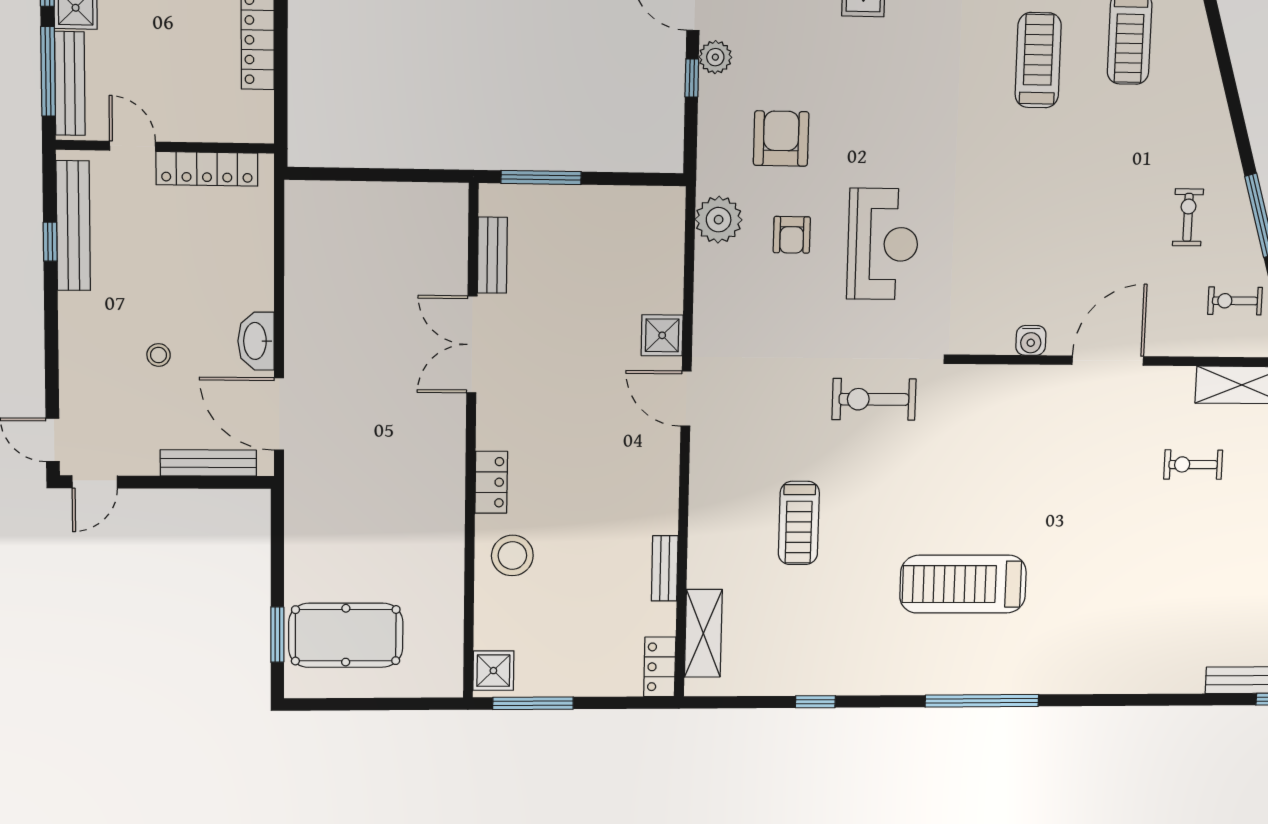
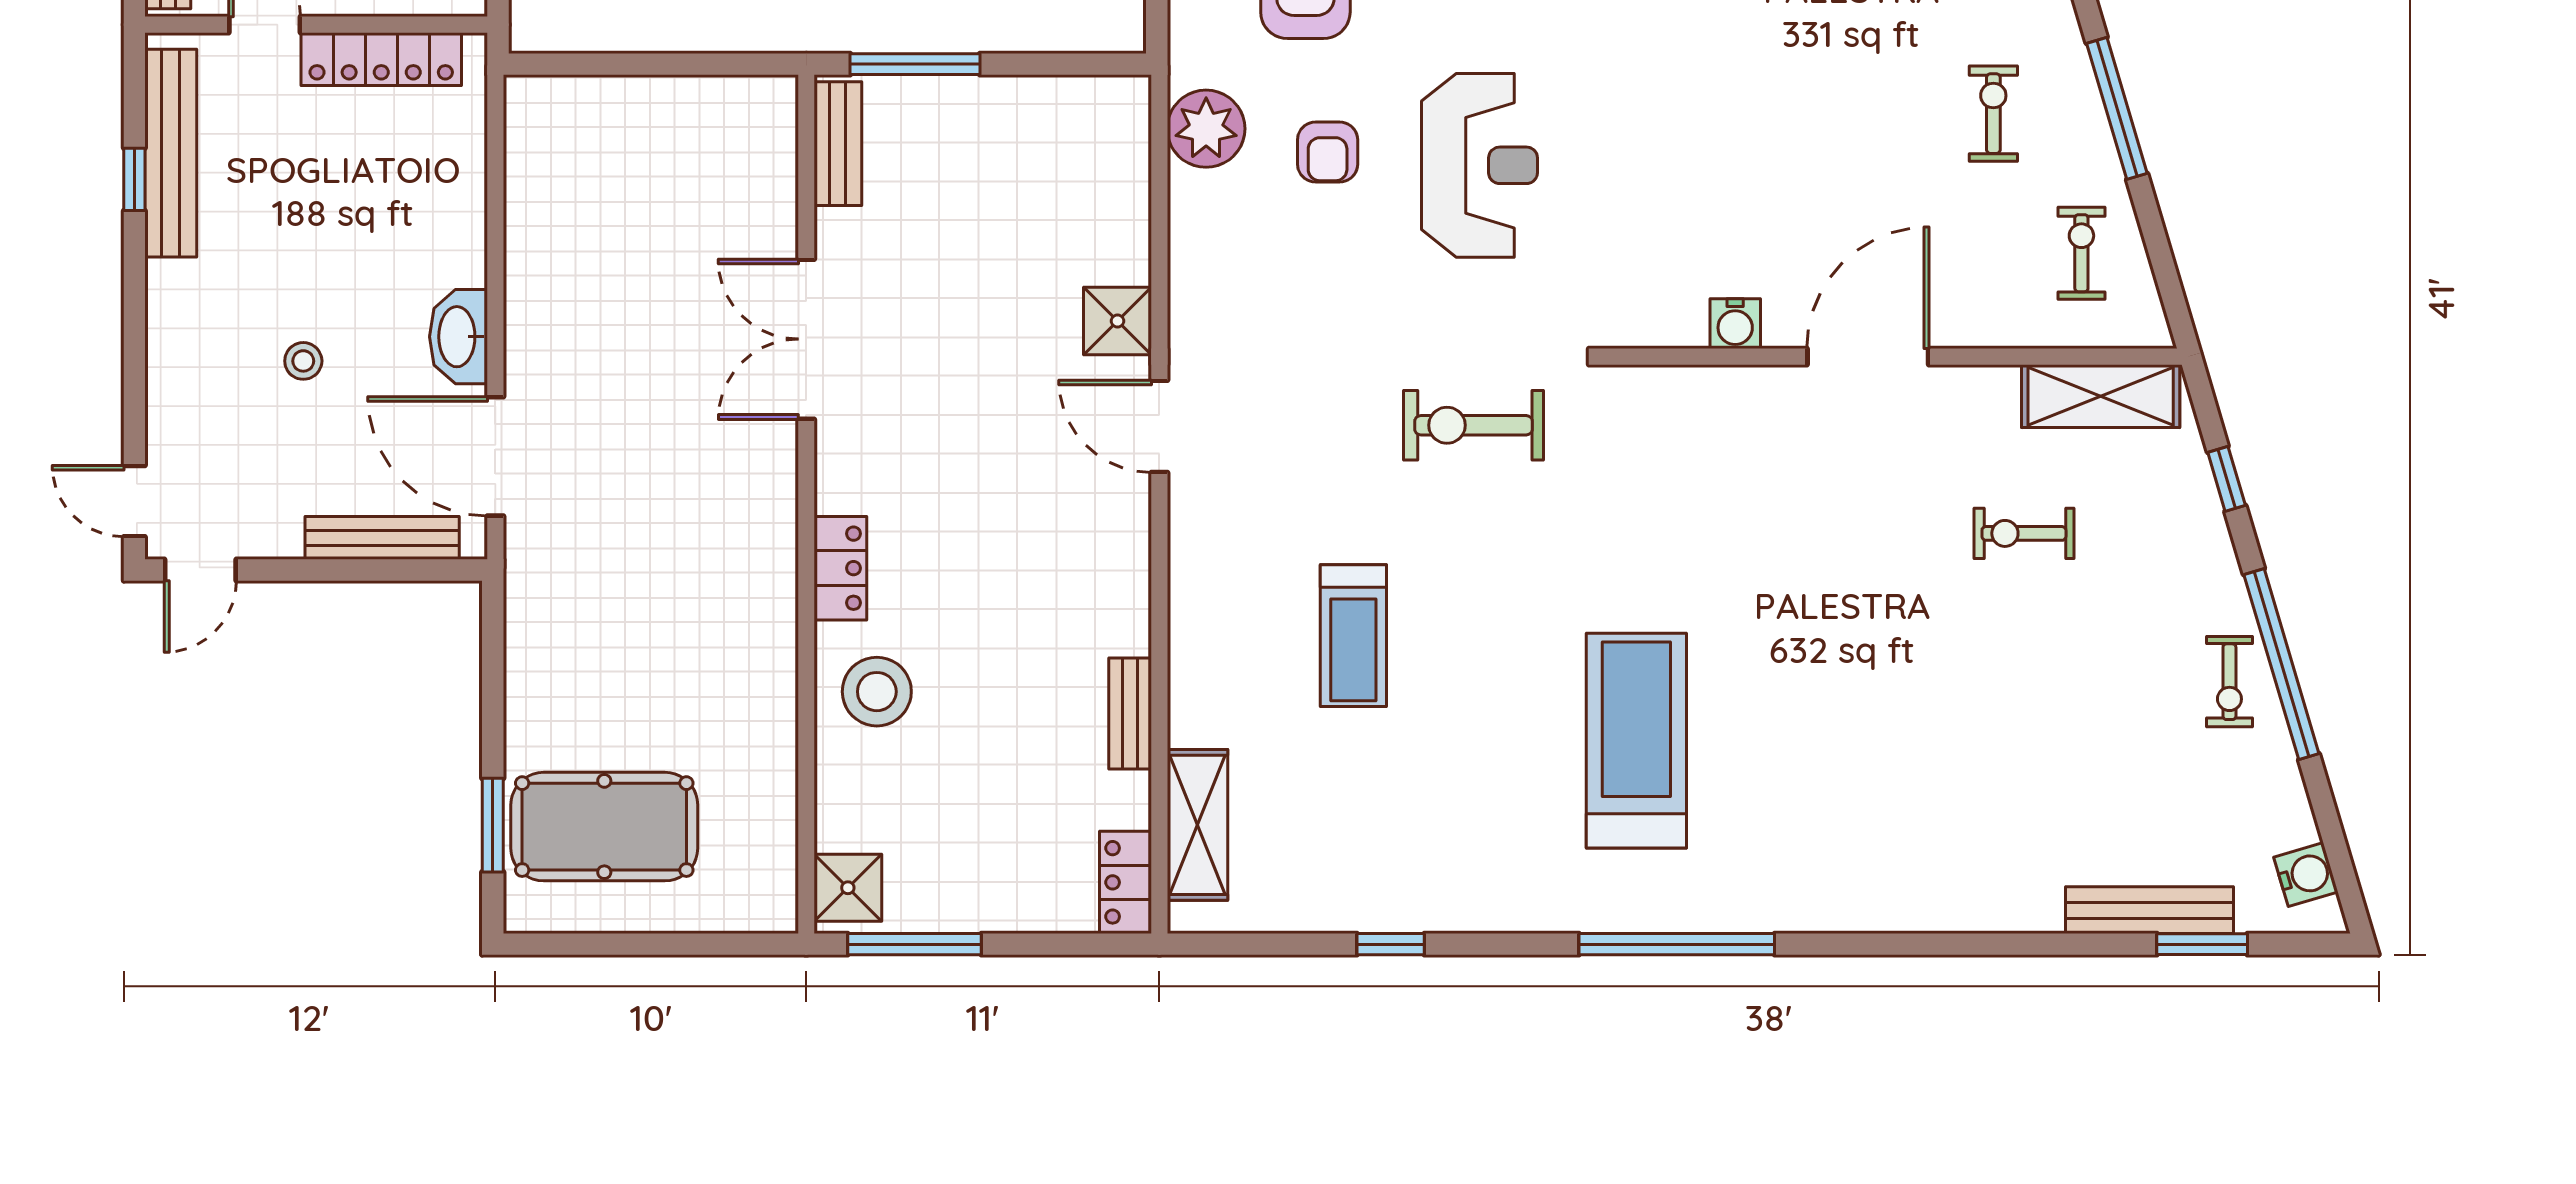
bench: (492, 255) -> (838, 144), moved
exercise bike: (1235, 301) -> (2081, 253), turned 90
treadmill: (963, 584) -> (1636, 741), turned 90

